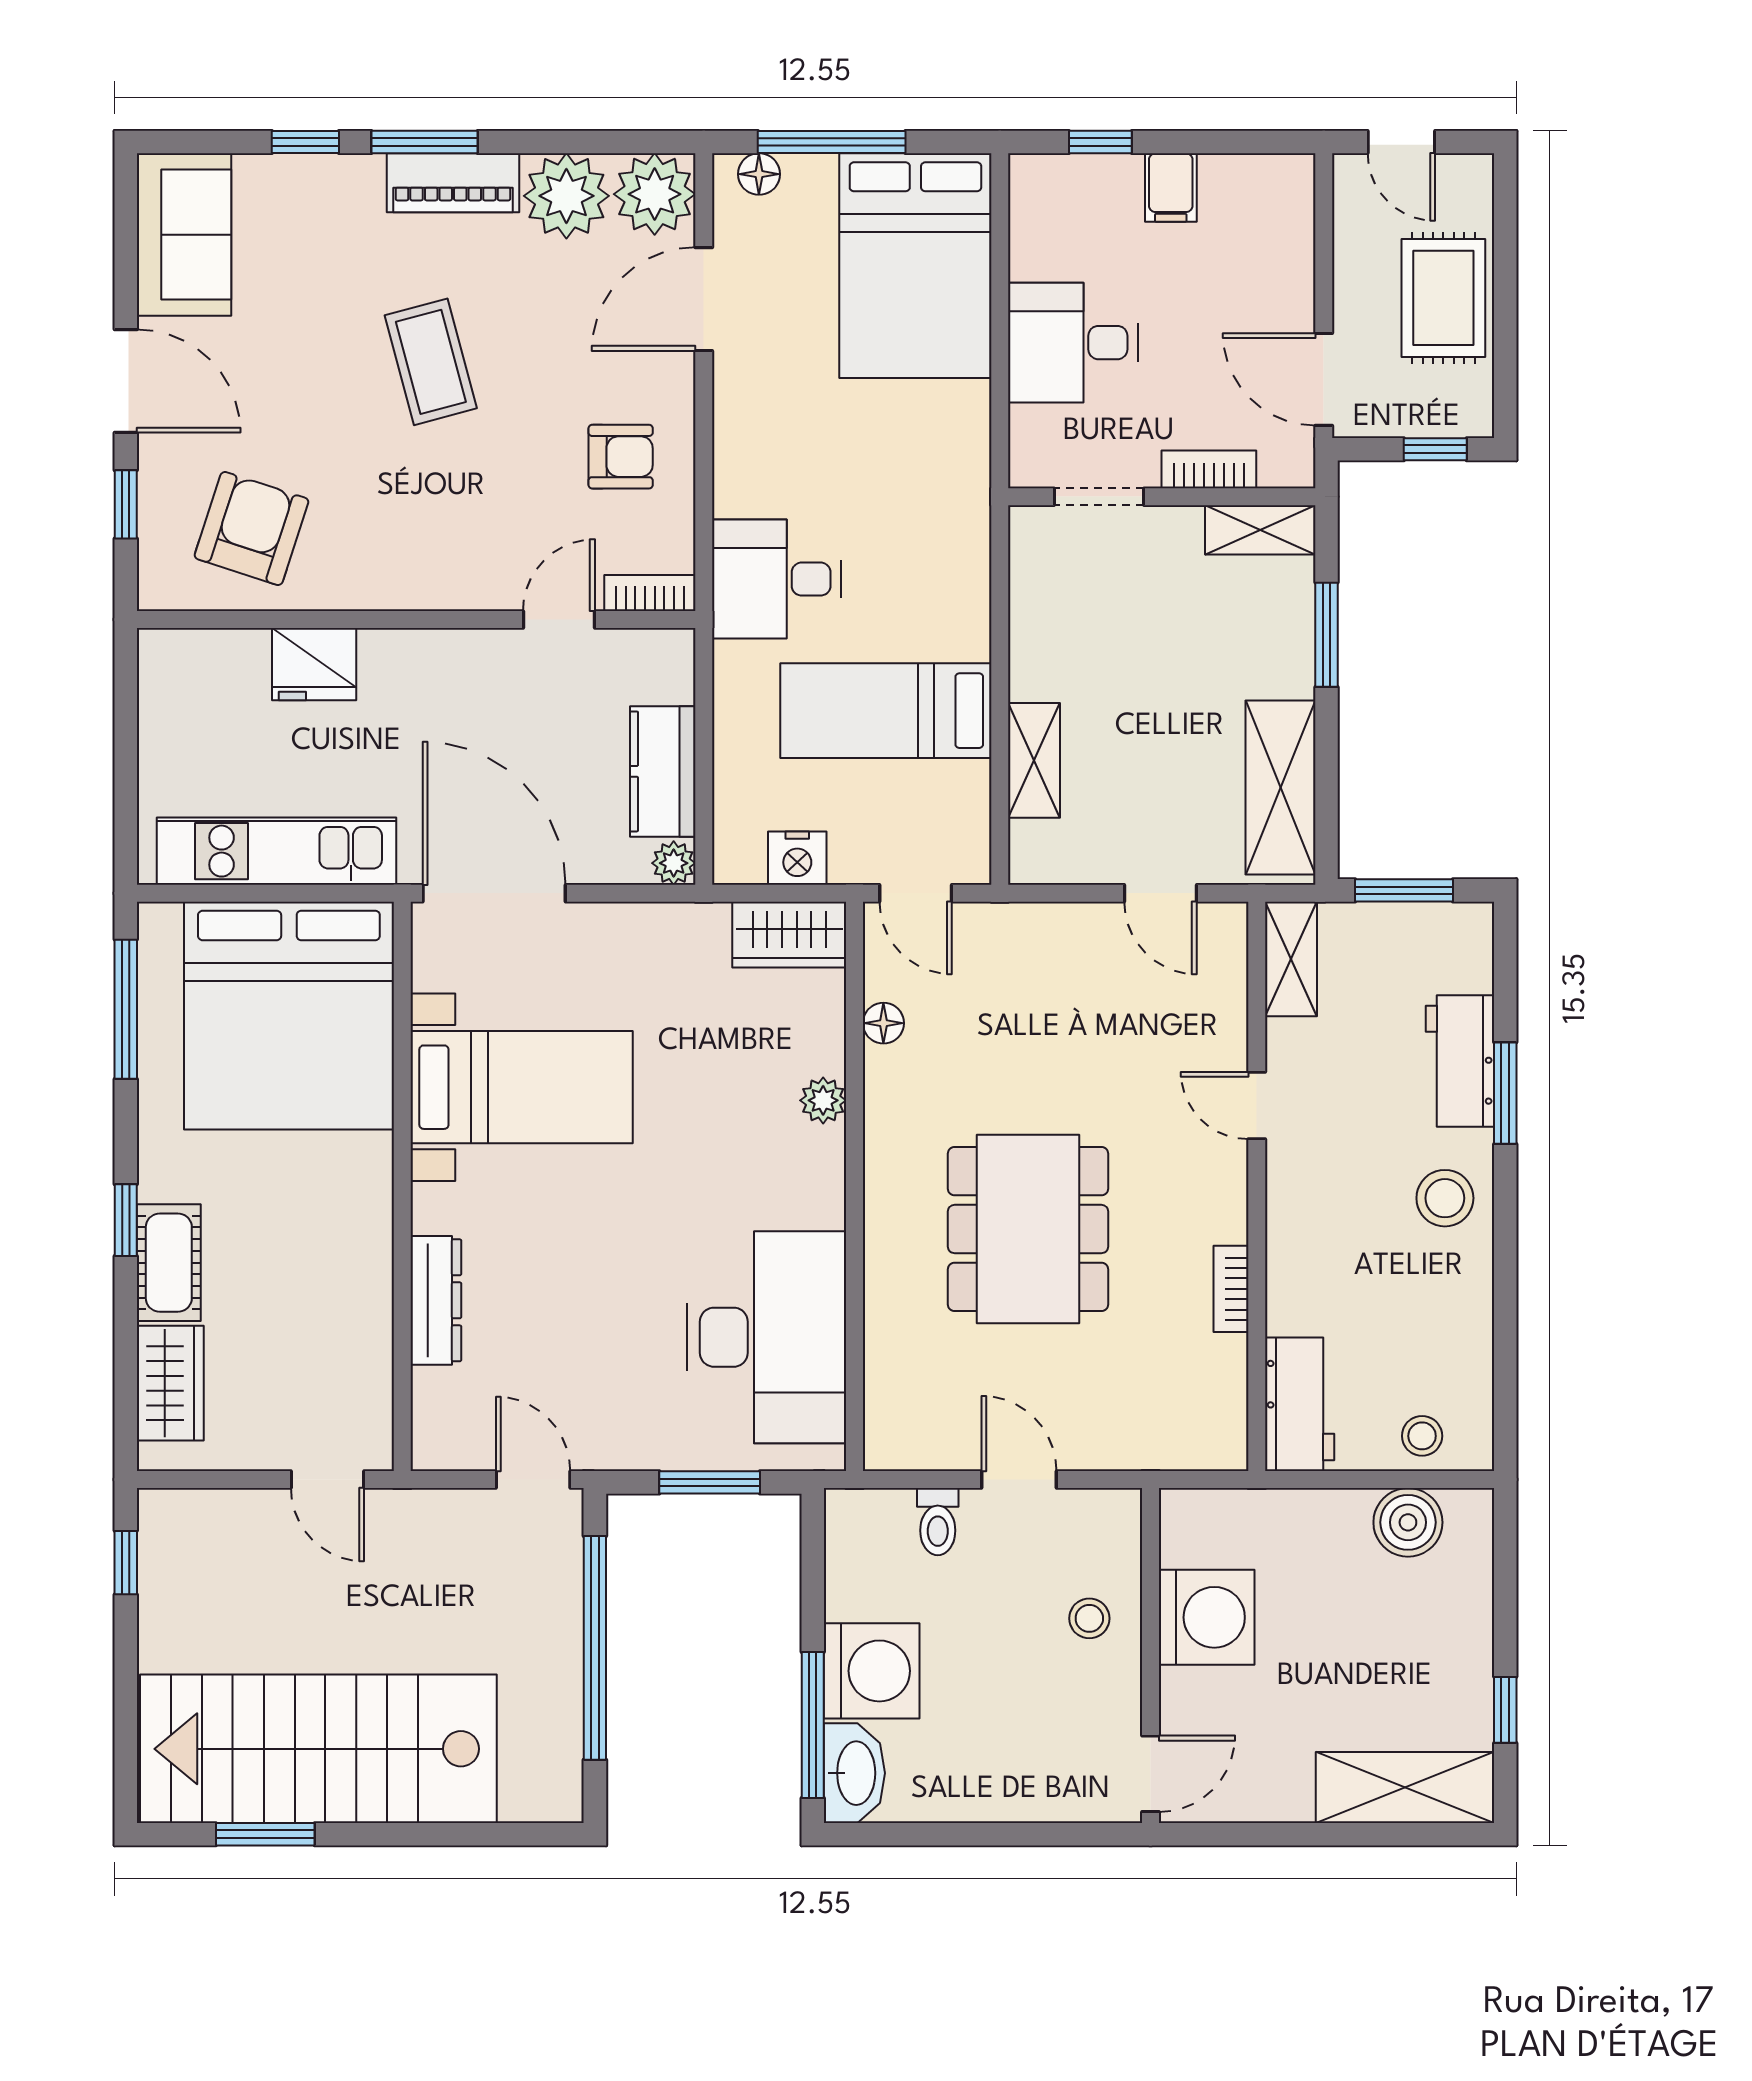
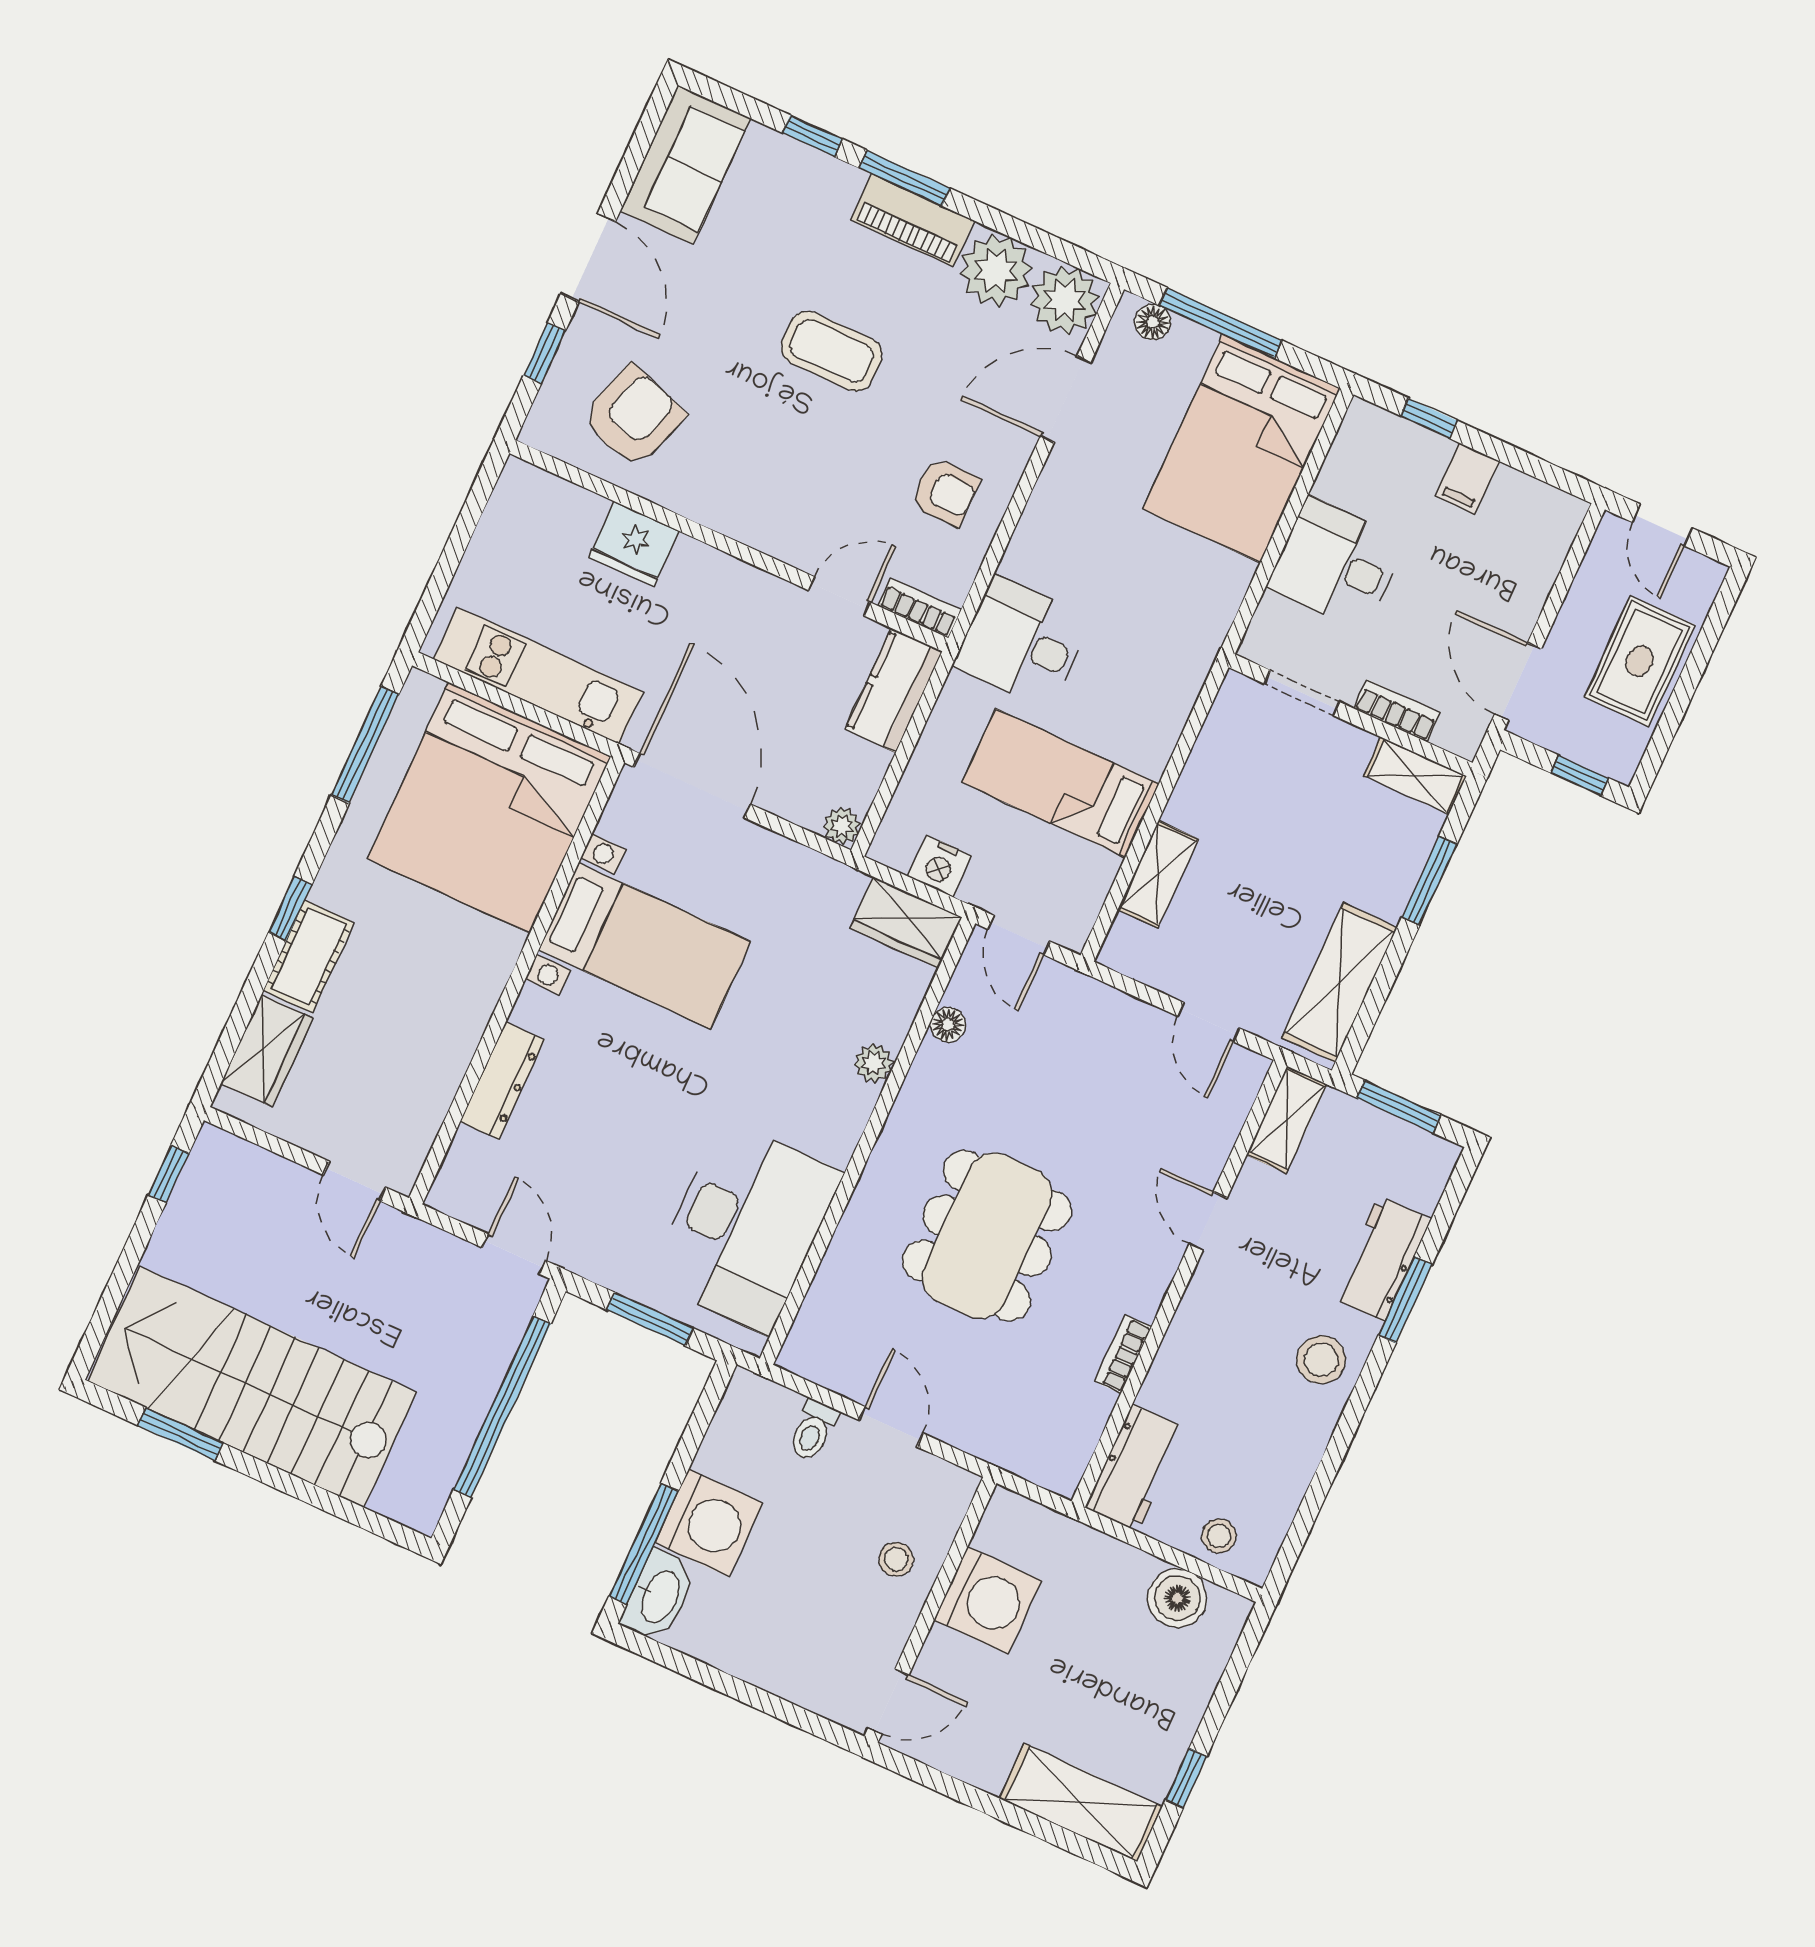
coffee table: (431, 362) -> (832, 351), turned -75
kitchen counter: (663, 771) -> (894, 690), moved

